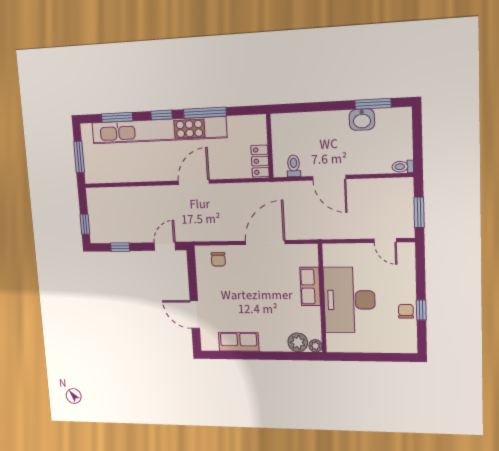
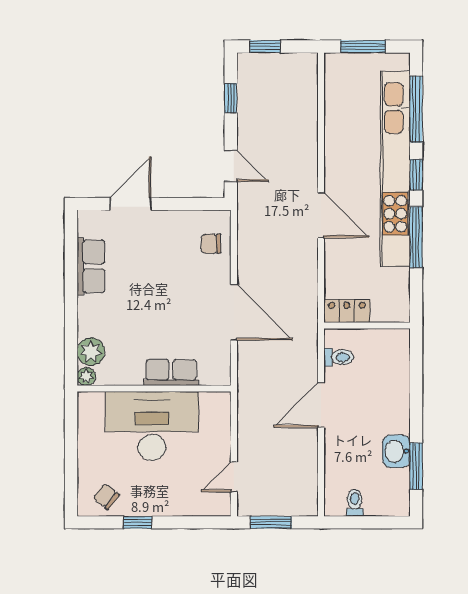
window: (117, 117) -> (416, 109), width x1.44
toilet: (403, 167) -> (355, 503), moved
chair: (406, 311) -> (106, 496), moved, turned -142

